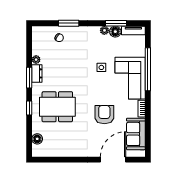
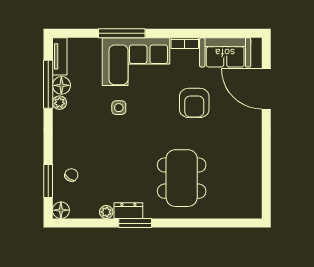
window: (69, 23) -> (48, 181), moved
window: (116, 23) -> (48, 84), width x1.44
window: (148, 69) -> (122, 33), width x0.68
window: (29, 108) -> (184, 223), removed
armchair: (104, 115) -> (194, 103), turned -90
floor lamp: (37, 139) -> (61, 210), moved

